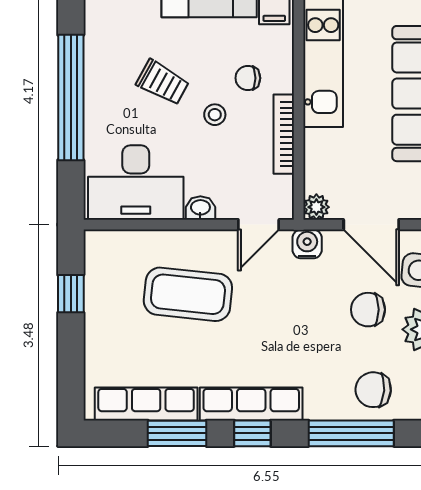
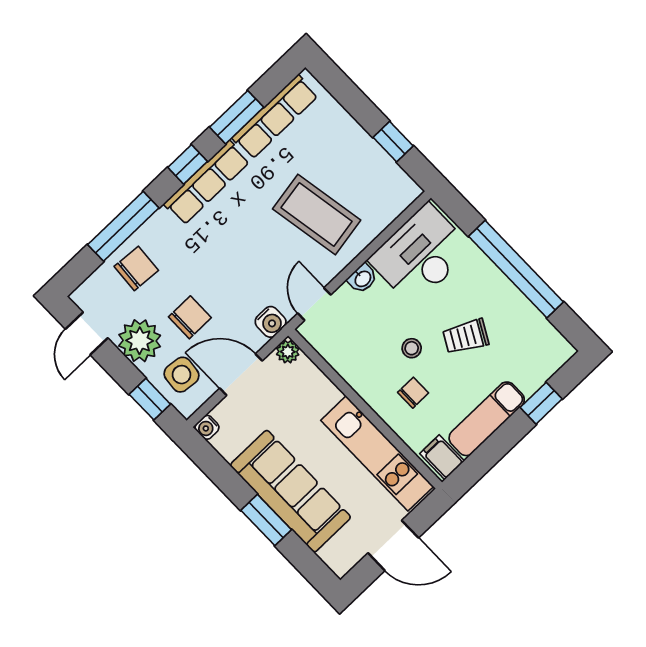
bookcase: (284, 134) -> (355, 379), removed
coffee table: (188, 294) -> (317, 215), turned 74

